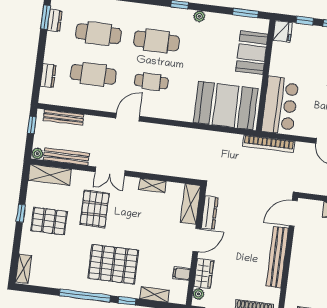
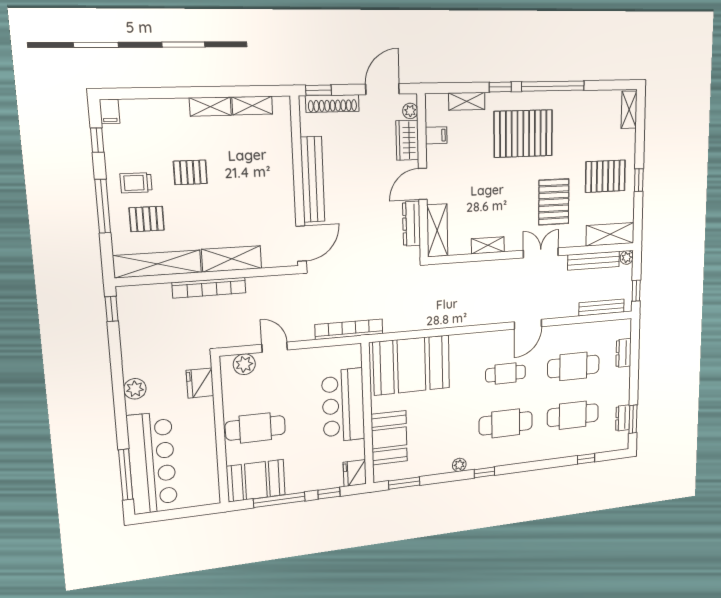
bar counter: (280, 105) -> (343, 405), moved

